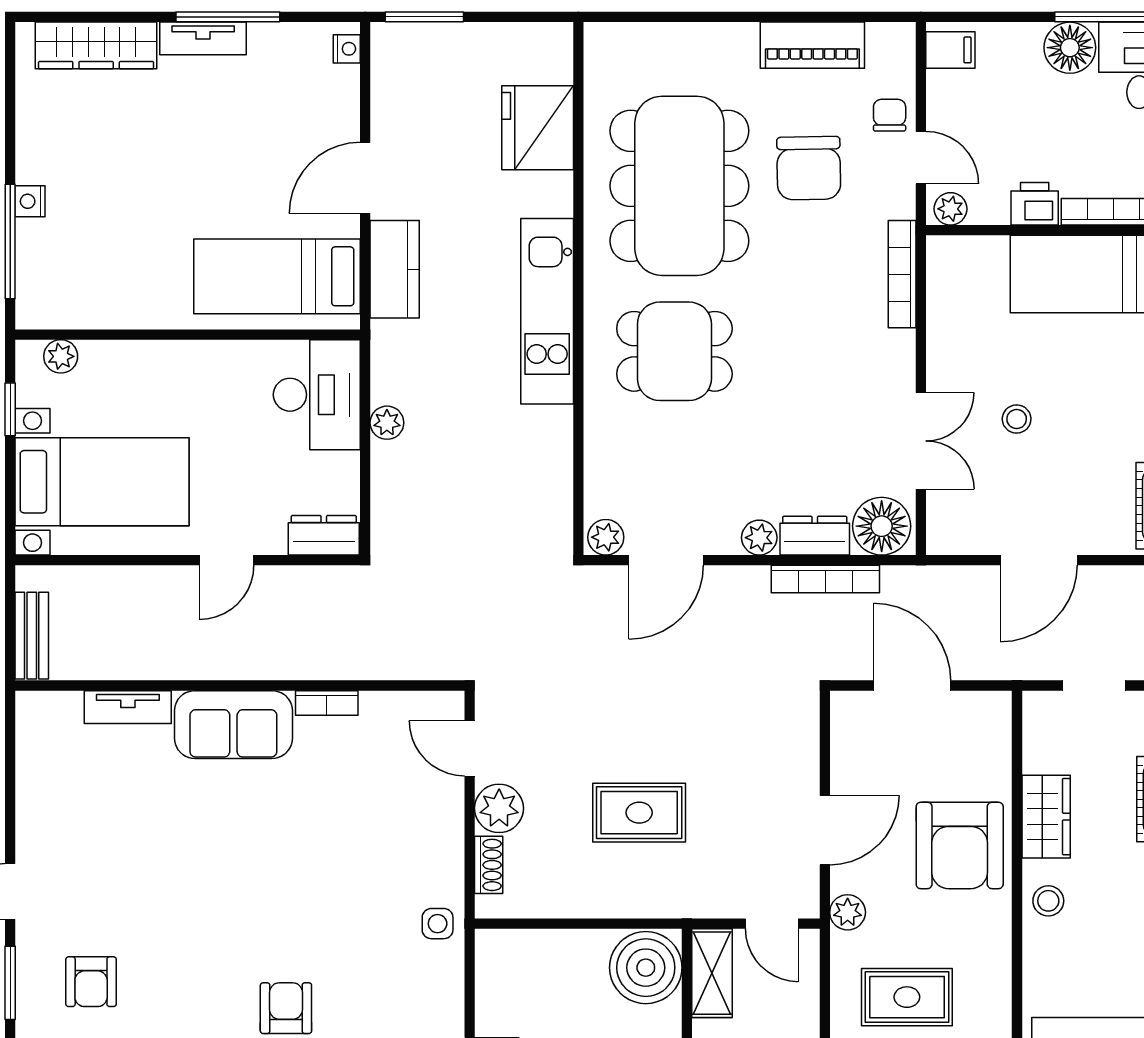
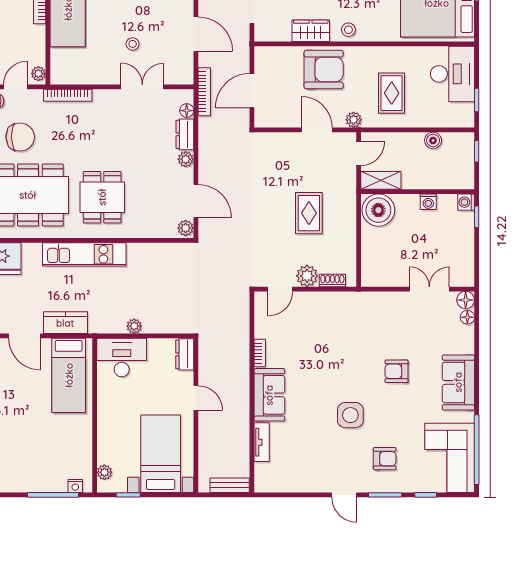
nightstand: (30, 201) -> (75, 486), moved
printer: (1035, 204) -> (36, 36), removed
floor lamp: (882, 526) -> (187, 111), width x0.53, depth x0.53
bookcase: (825, 579) -> (204, 92), moved
side table: (438, 924) -> (350, 415), moved, width x1.87, depth x1.87

